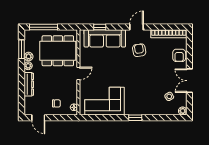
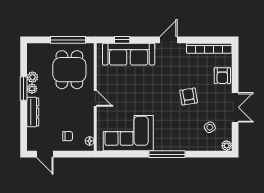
window: (43, 27) -> (68, 40), moved
window: (22, 49) -> (24, 89), moved
armchair: (139, 50) -> (189, 96), moved
dining table: (58, 51) -> (69, 70), width x0.73
door: (78, 73) -> (95, 98), hinge flipped
double door: (189, 81) -> (235, 107), swing flipped
window: (135, 118) -> (167, 154), width x2.17

